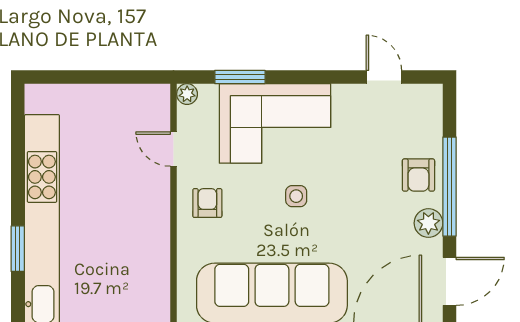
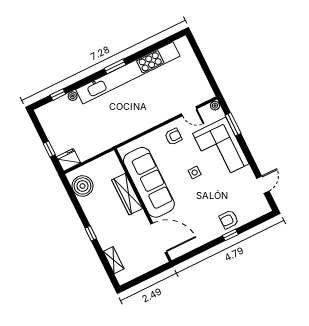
door: (174, 149) -> (189, 111), swing flipped
window: (449, 187) -> (230, 235), width x0.32
plant: (428, 223) -> (211, 234), removed
door: (449, 281) -> (191, 255), removed

